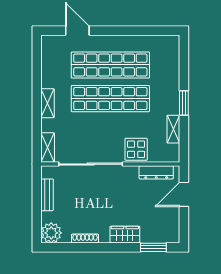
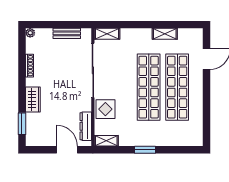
shelving: (47, 103) -> (165, 34), moved
shelving: (173, 129) -> (106, 141), moved
plant: (51, 233) -> (30, 33), width x0.53, depth x0.53

